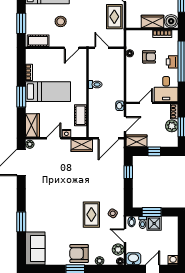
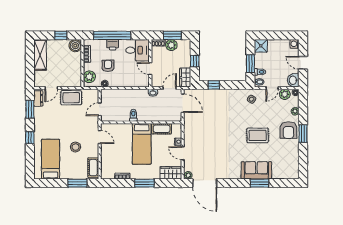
wardrobe: (152, 21) -> (76, 63), removed
plant: (137, 37) -> (89, 77), added
bed: (48, 92) -> (142, 144), moved, turned 180
door: (125, 124) -> (170, 88), hinge flipped
wardrobe: (82, 145) -> (189, 128), removed
rug: (91, 215) -> (258, 135), moved
shower: (154, 223) -> (261, 46), moved
sofa: (35, 248) -> (256, 170), moved

